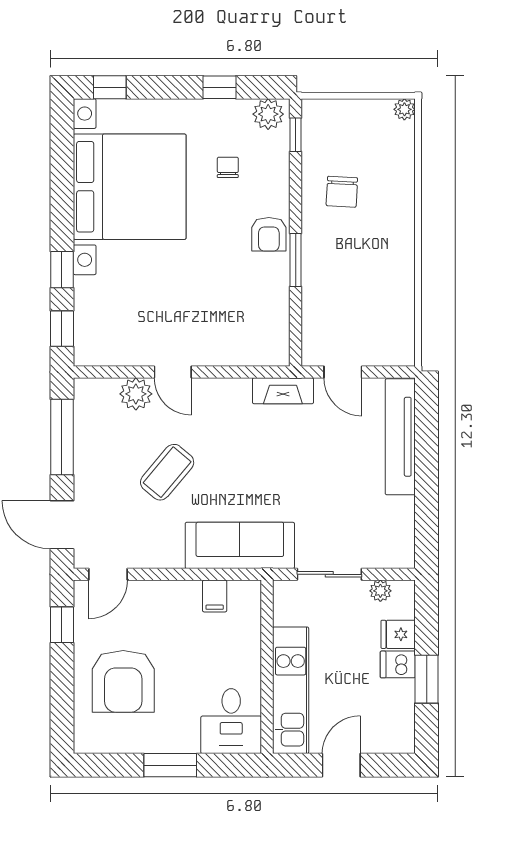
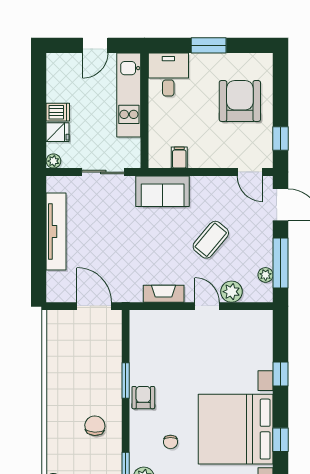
window: (62, 329) -> (281, 440), moved
door: (343, 372) -> (94, 306), width x1.38
fireplace: (283, 391) -> (164, 294), moved
plant: (85, 419) -> (266, 275), added
tv unit: (400, 437) -> (56, 231), moved
sofa: (240, 545) -> (163, 191), width x0.73
door: (108, 574) -> (250, 172), swing flipped
plant: (380, 591) -> (53, 161), moved
window: (427, 679) -> (39, 102), removed

